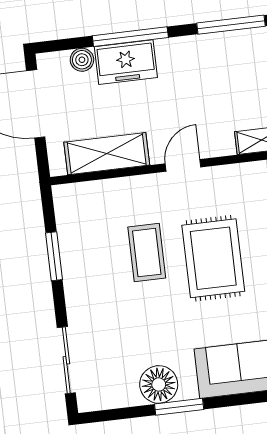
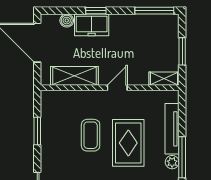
window: (130, 37) -> (96, 11), width x0.46

